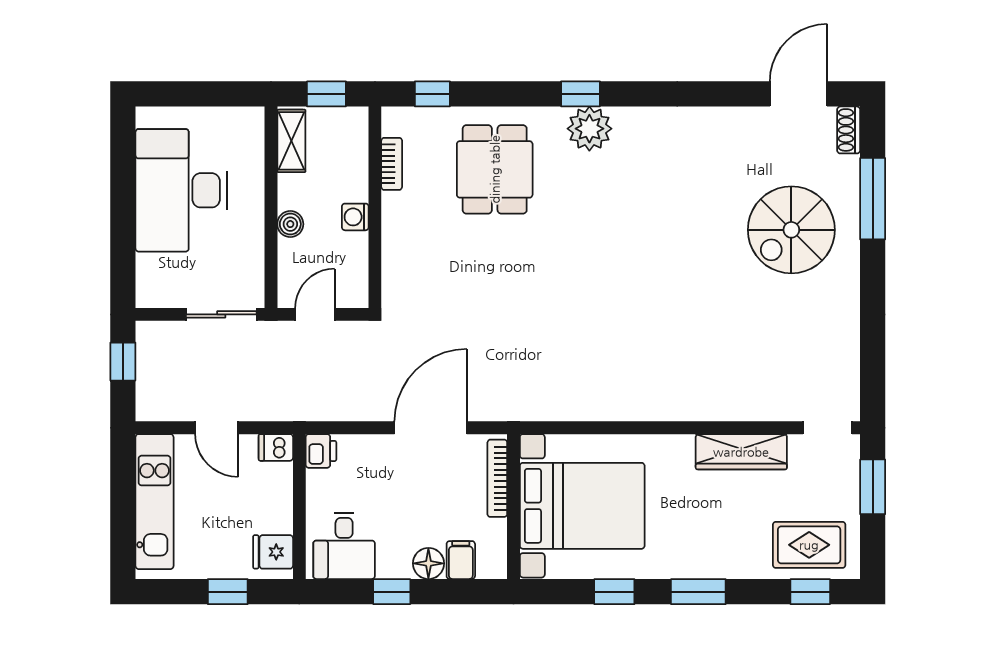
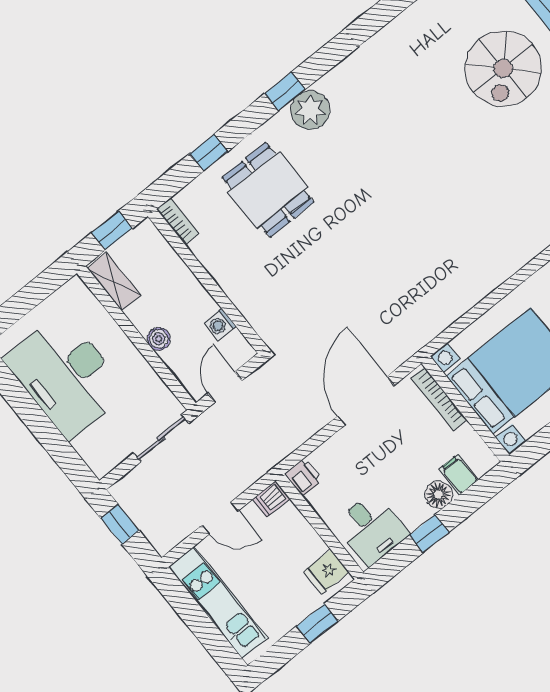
window: (432, 94) -> (209, 153), moved
bookcase: (392, 164) -> (178, 221), moved
washing machine: (355, 217) -> (220, 324), moved

